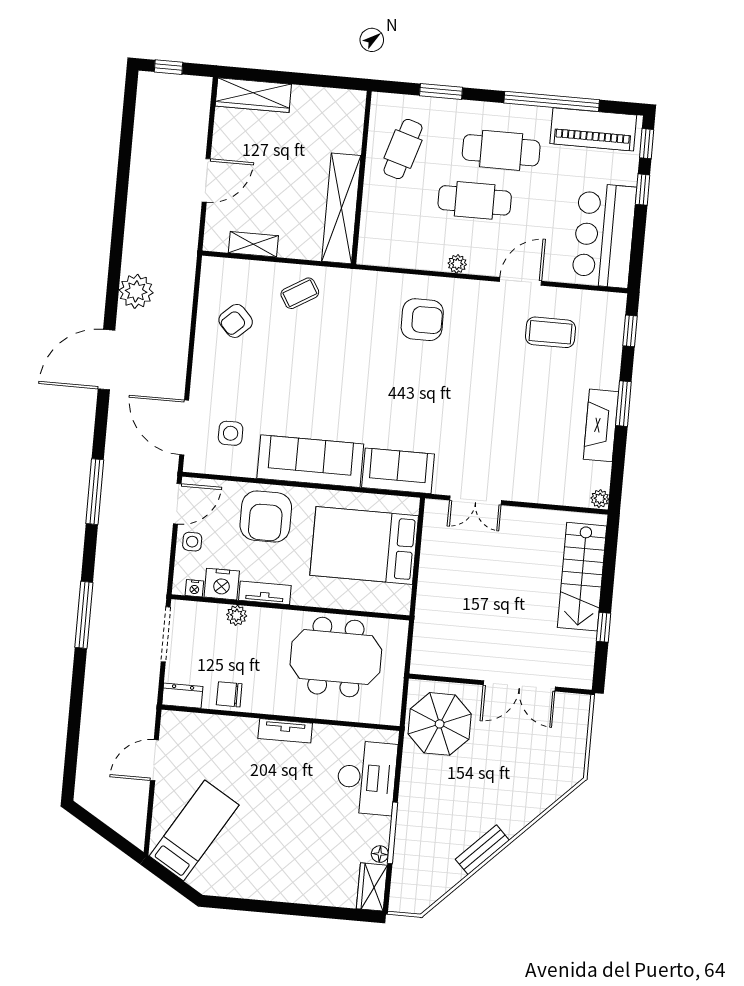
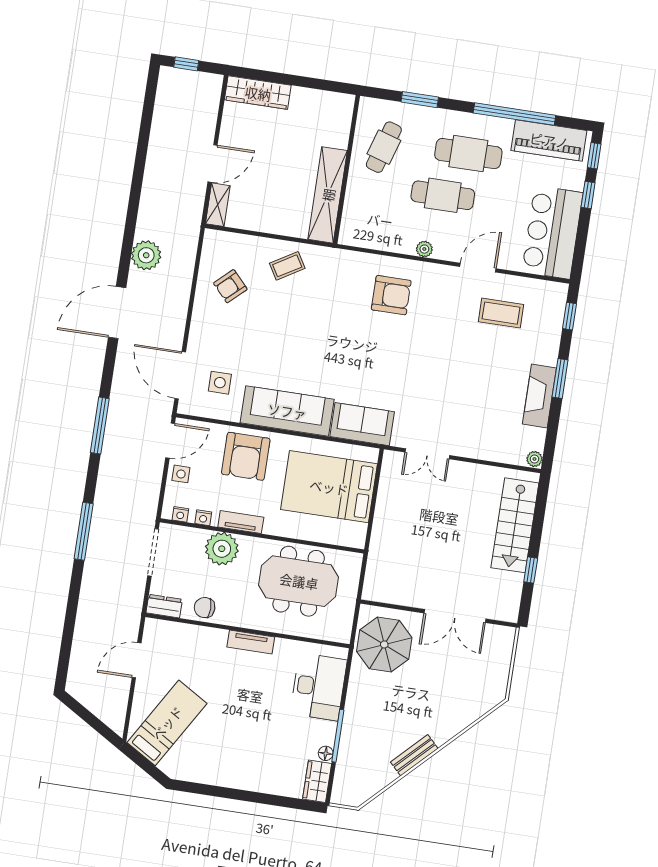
shelving: (253, 244) -> (218, 205), moved, turned 90
nightstand: (222, 584) -> (203, 518), width x0.53, depth x0.56
plant: (237, 615) -> (222, 549), width x1.87, depth x1.87

